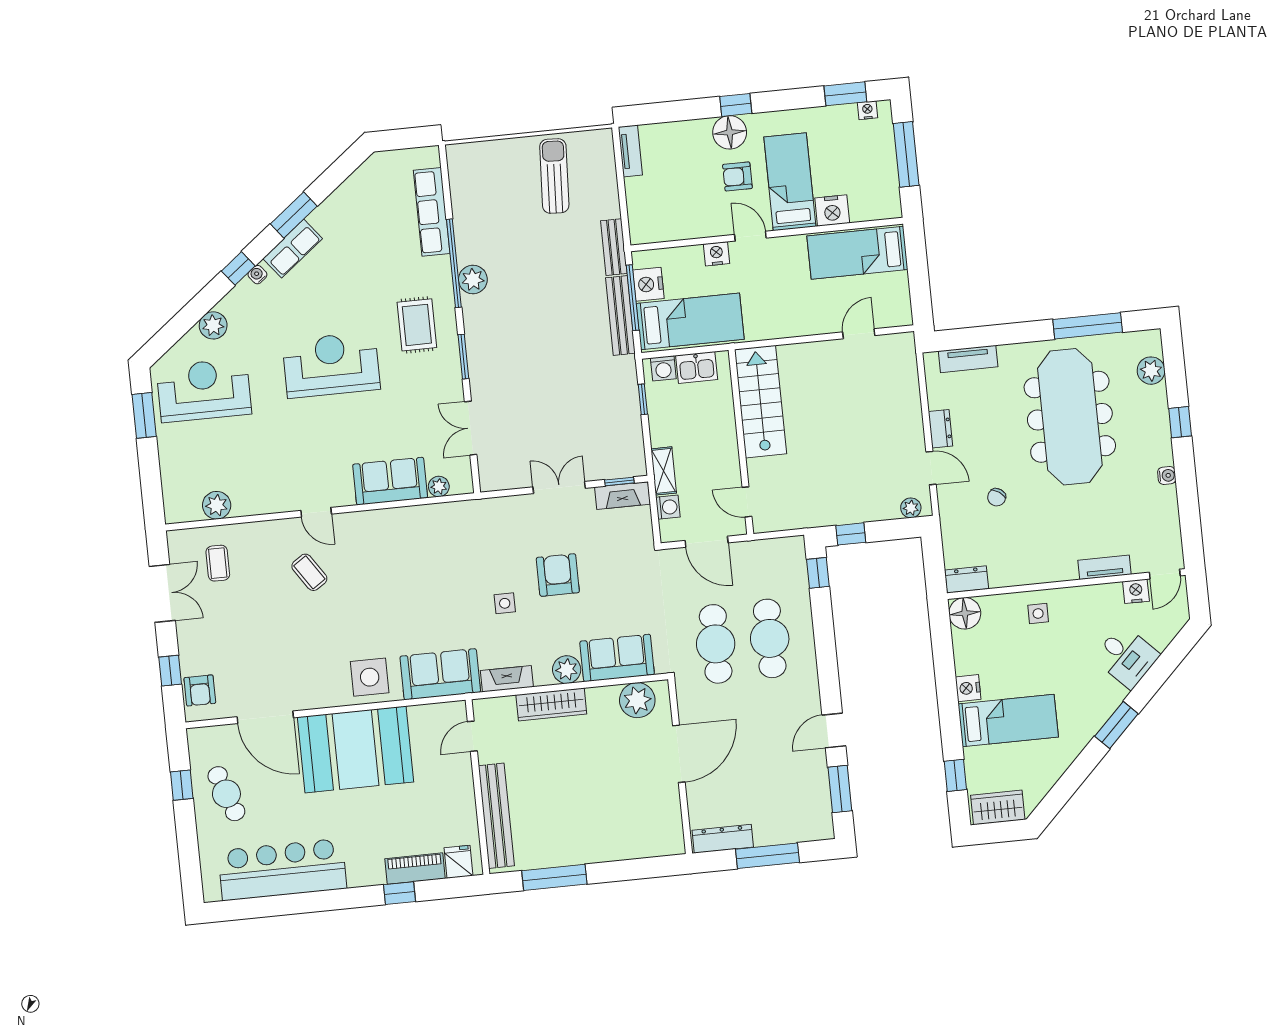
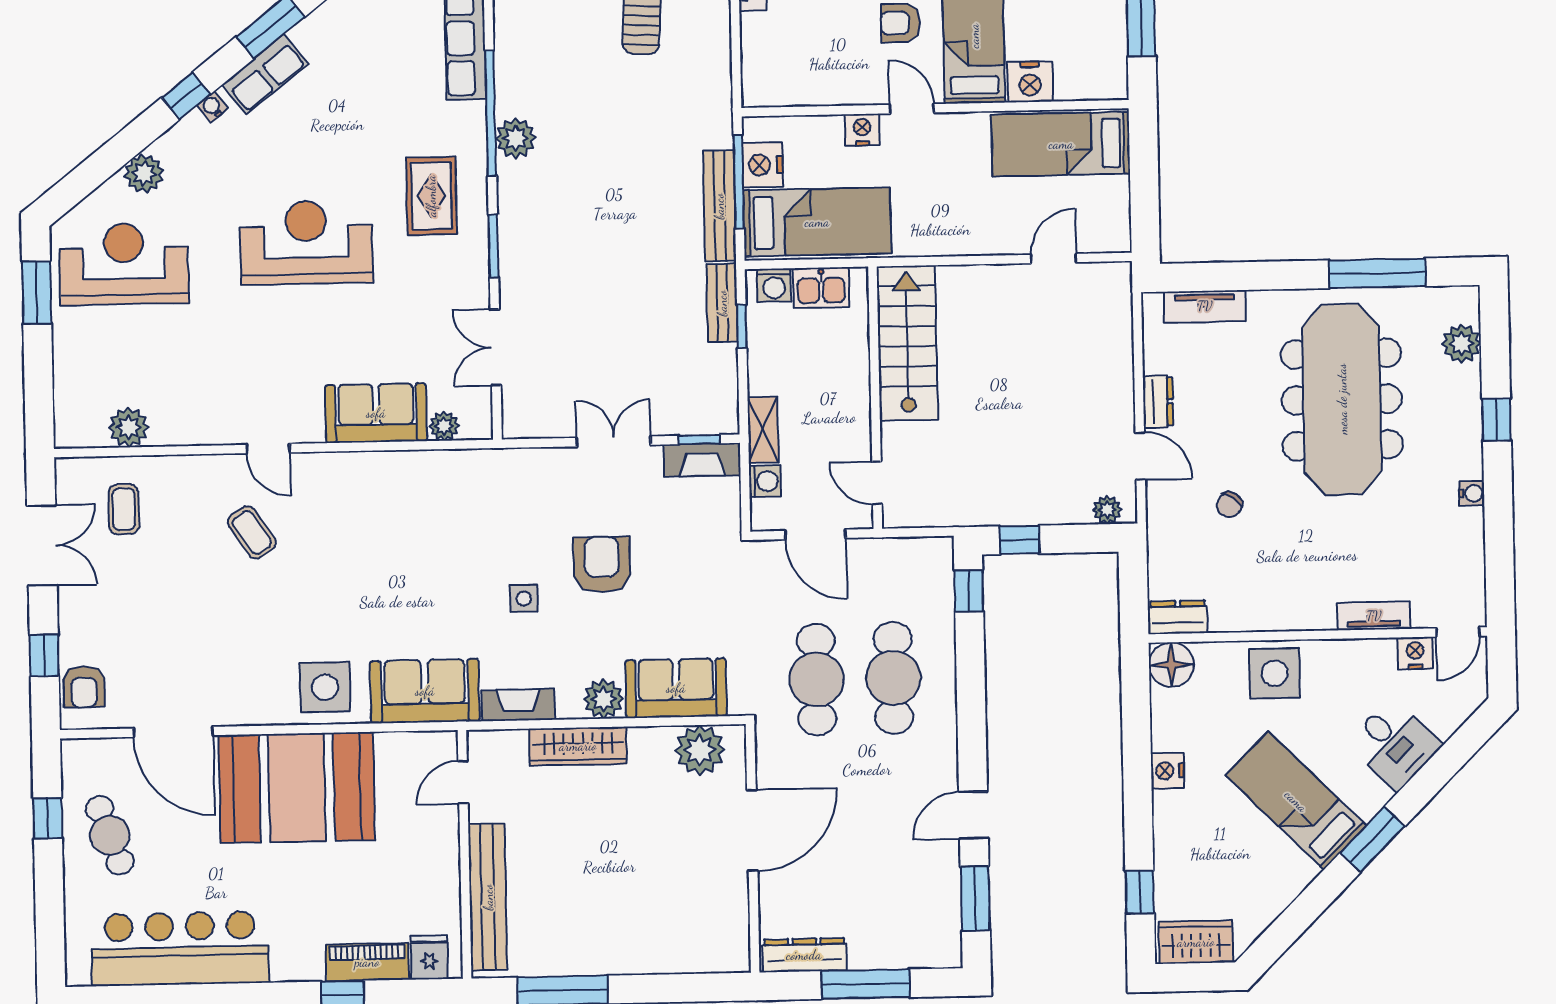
bench: (614, 247) -> (722, 303), moved
side table: (1038, 614) -> (1275, 673), width x1.87, depth x1.87
bed: (1008, 720) -> (1296, 801), moved, turned -135

